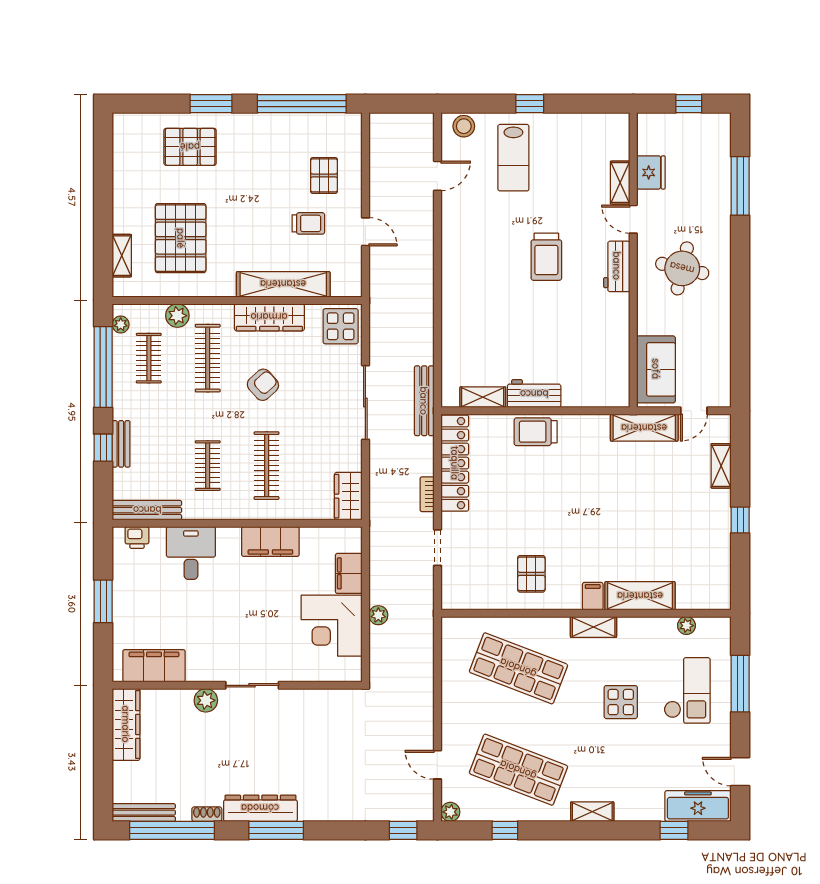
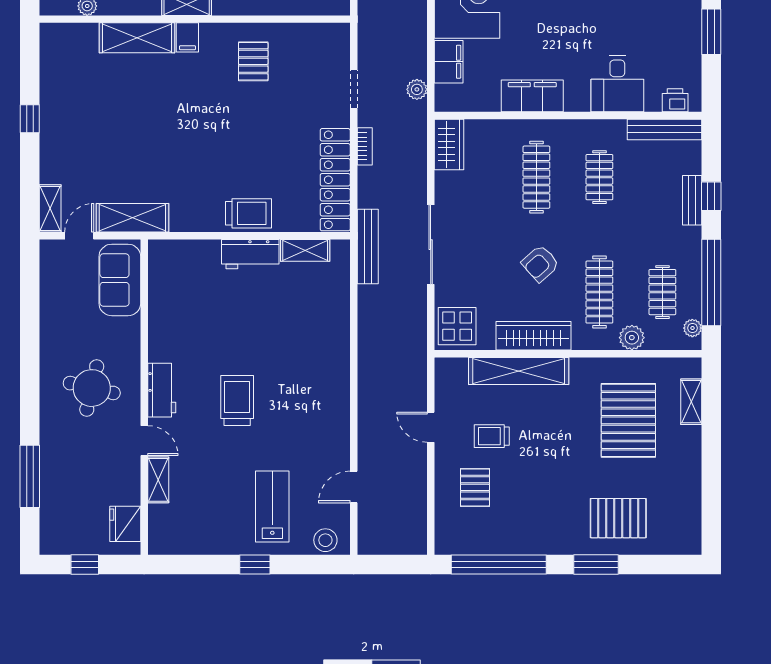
fridge: (651, 172) -> (125, 524), moved
shelving: (721, 466) -> (50, 208), moved
plant: (378, 615) -> (417, 89), moved

